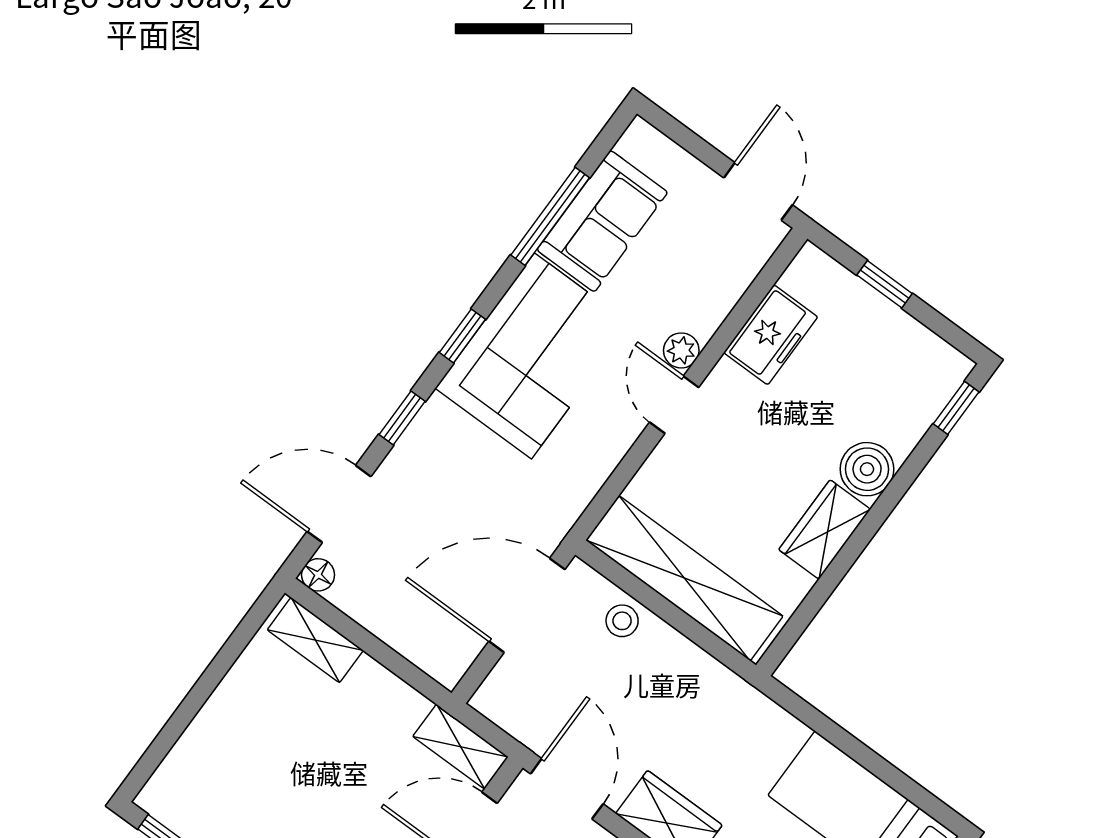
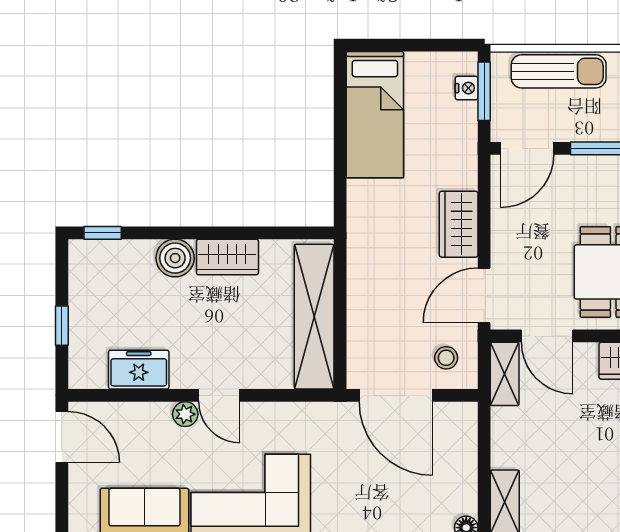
door: (758, 191) -> (62, 437), swing flipped
door: (674, 405) -> (219, 395), hinge flipped
stool: (622, 621) -> (446, 358), moved

